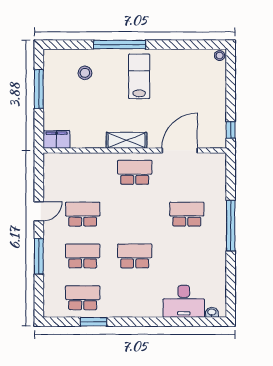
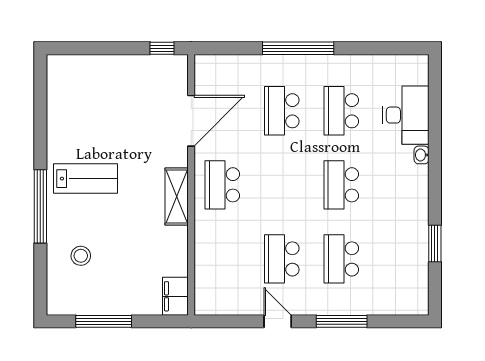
stool: (220, 56) -> (56, 64), removed
lab bench: (139, 76) -> (86, 179), turned 180
door: (180, 150) -> (191, 121), swing flipped
school desk: (83, 298) -> (341, 111), moved
washbasin: (212, 312) -> (422, 155), moved

